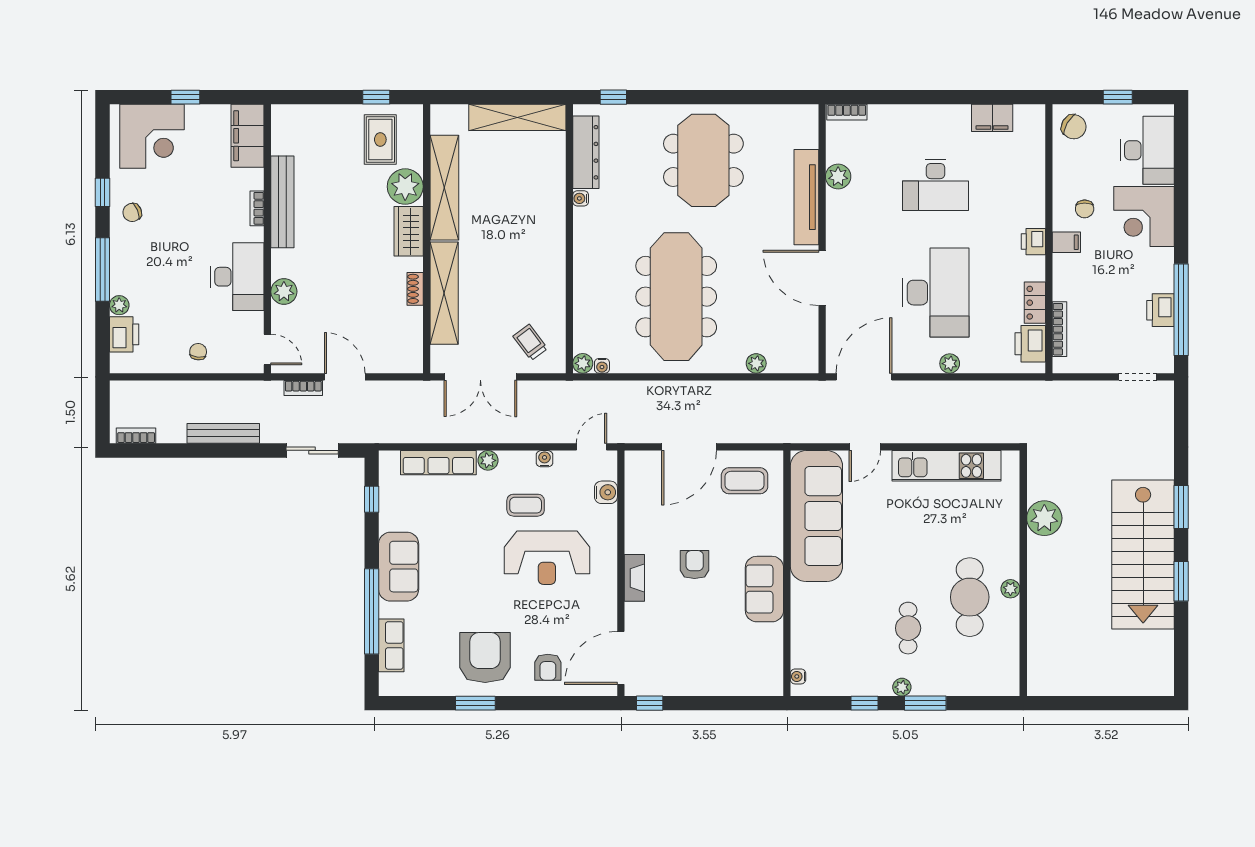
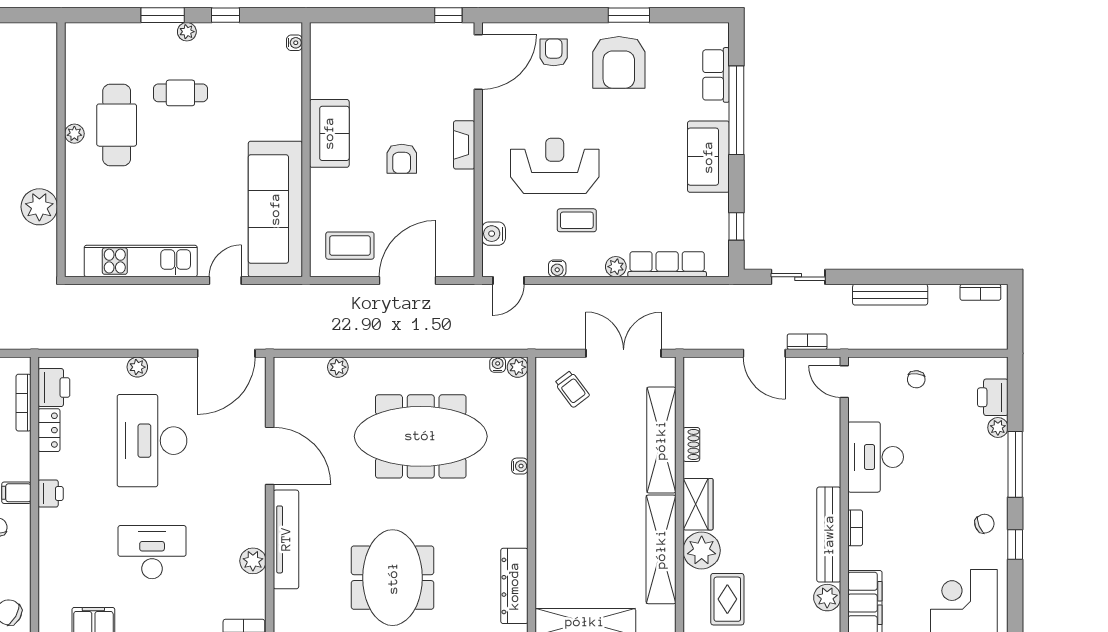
water cooler: (581, 198) -> (520, 466), moved
plant: (284, 292) -> (827, 598), moved
meeting table: (676, 297) -> (421, 436), turned 90
cafe table: (908, 628) -> (180, 93), turned 90

